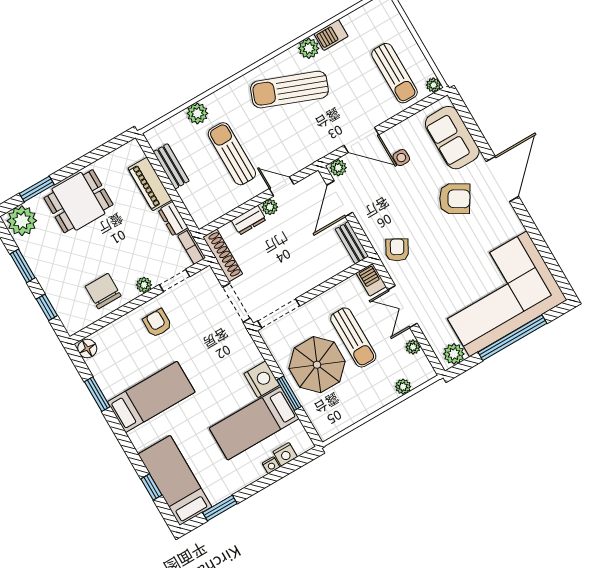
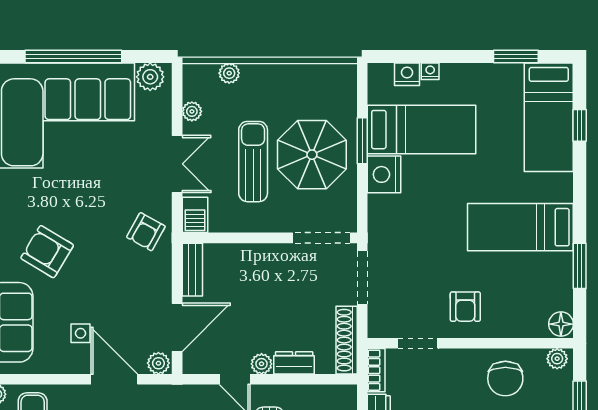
plant: (144, 285) -> (557, 359), moved

